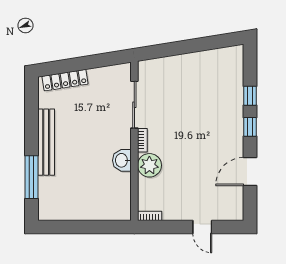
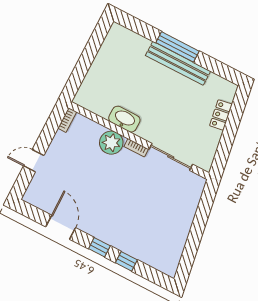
locker: (65, 80) -> (221, 115), width x0.66
washbasin: (122, 160) -> (124, 119), width x1.38
window: (32, 177) -> (178, 47), moved

